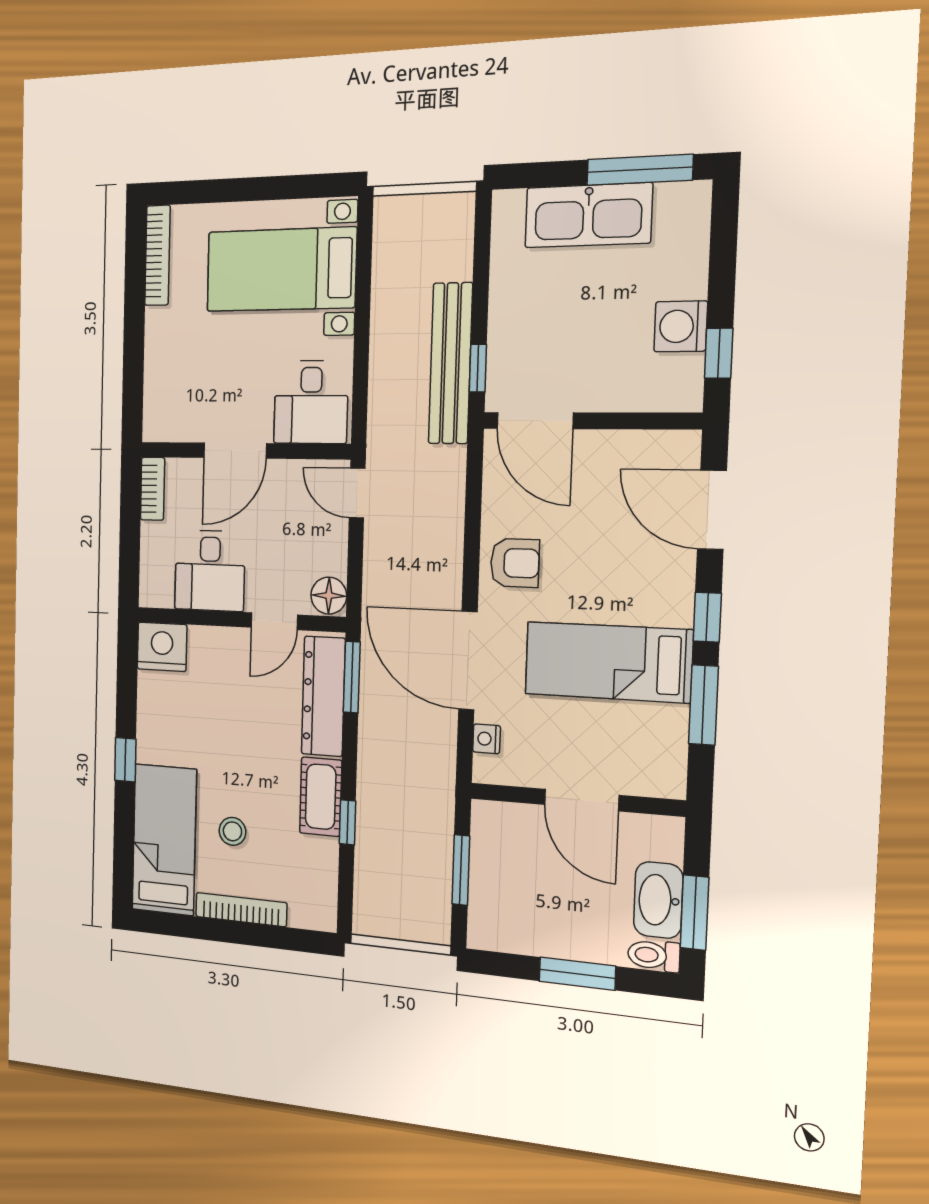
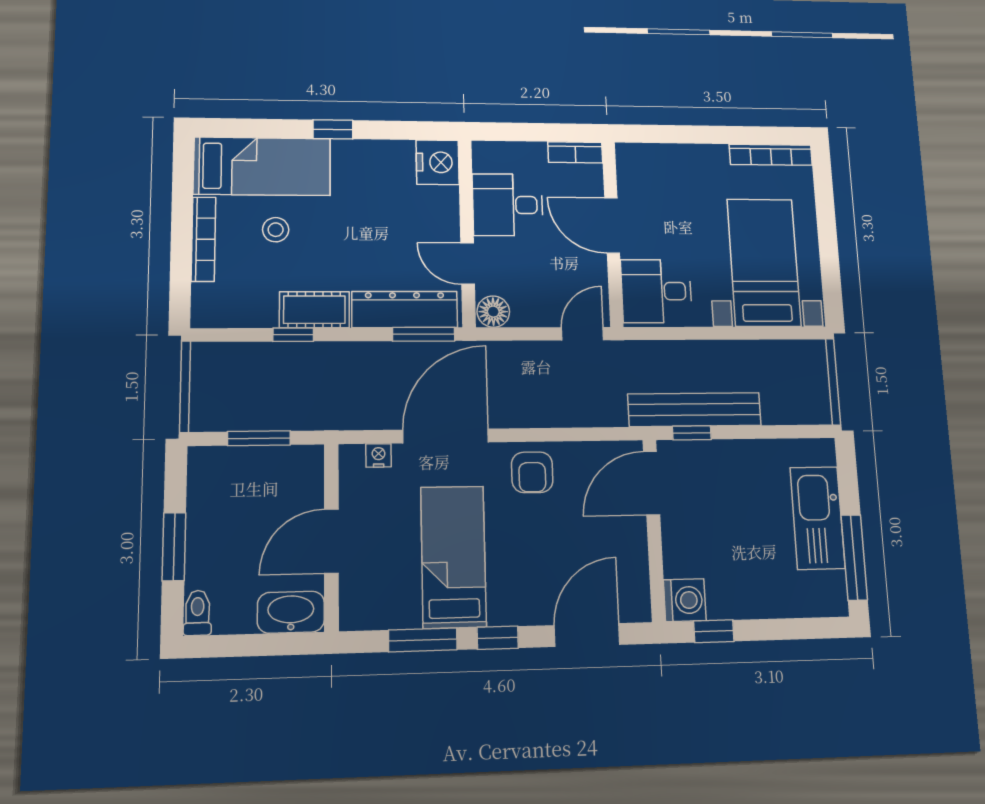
washing machine: (681, 326) -> (685, 600), moved, turned 90
washbasin: (658, 900) -> (291, 612), moved
window: (695, 913) -> (240, 645), removed

